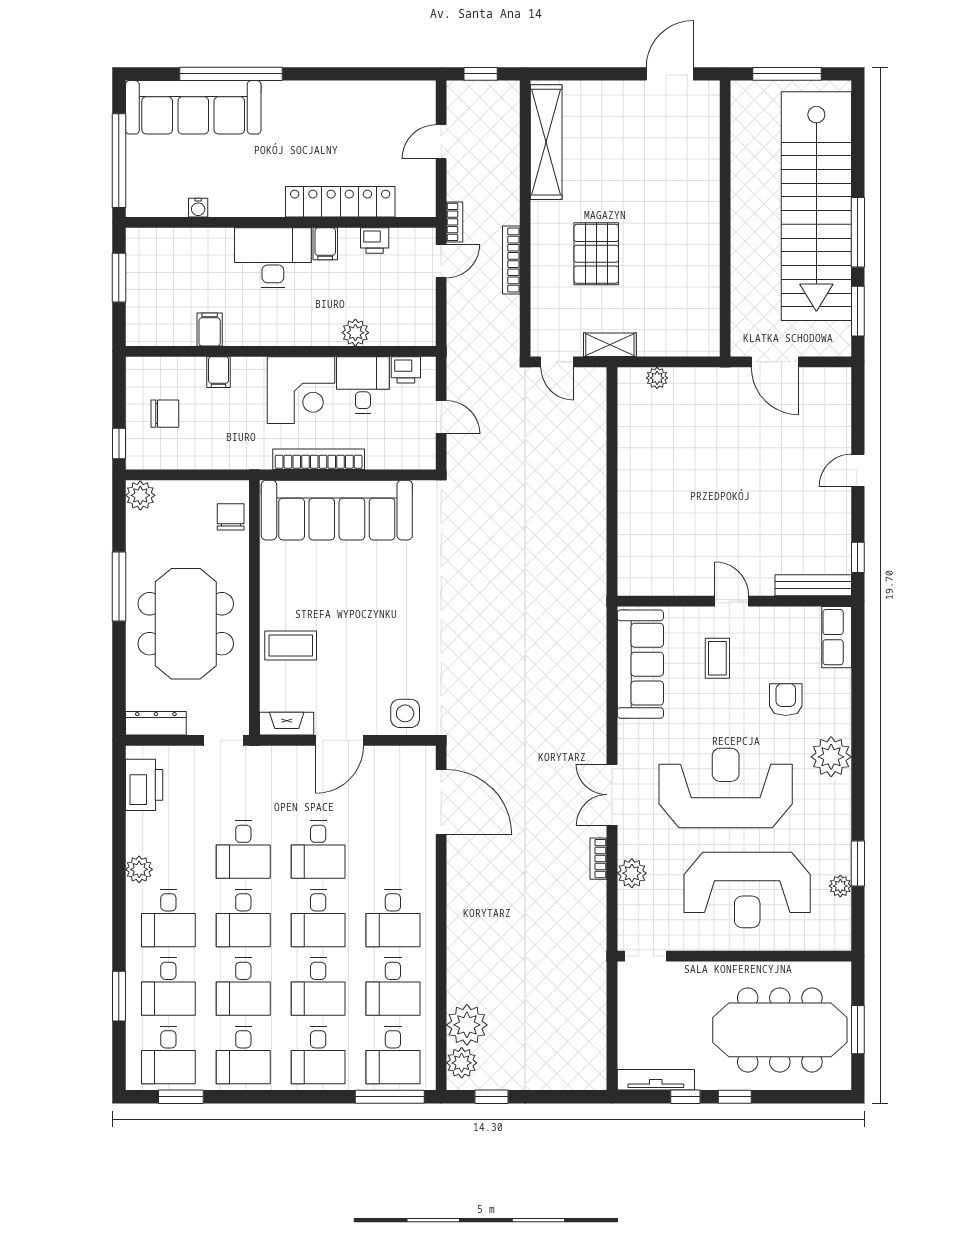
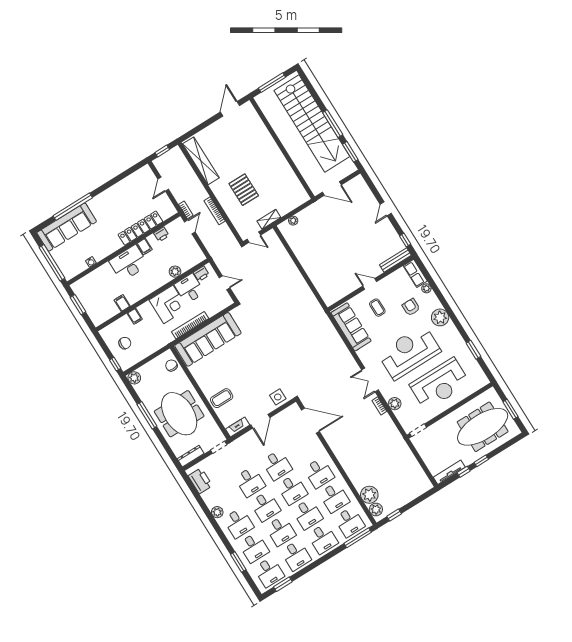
plant: (840, 886) -> (426, 288), moved

